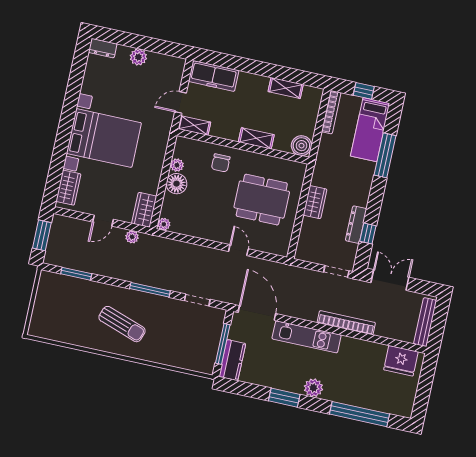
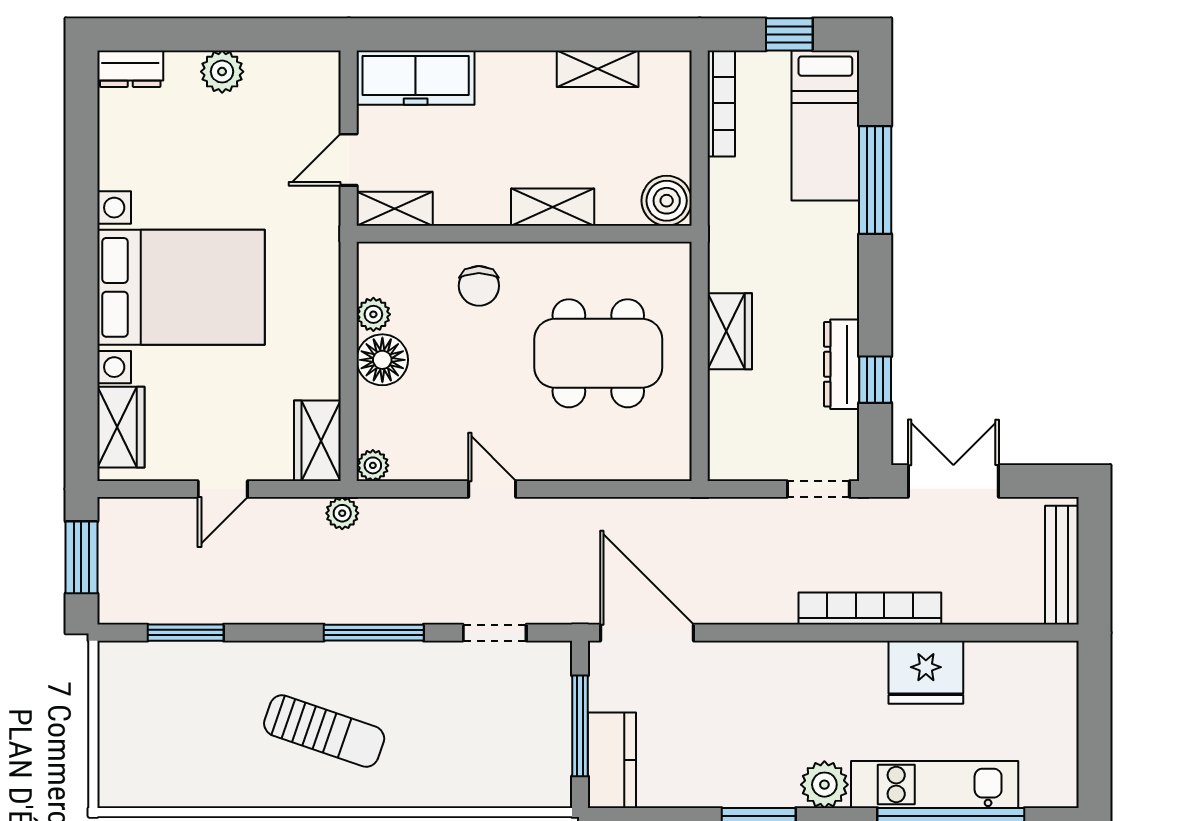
plant: (132, 237) -> (342, 513), moved
door: (238, 250) -> (492, 489), moved
kitchen unit: (307, 337) -> (935, 785), moved, turned 180
fridge: (401, 361) -> (926, 672), moved

